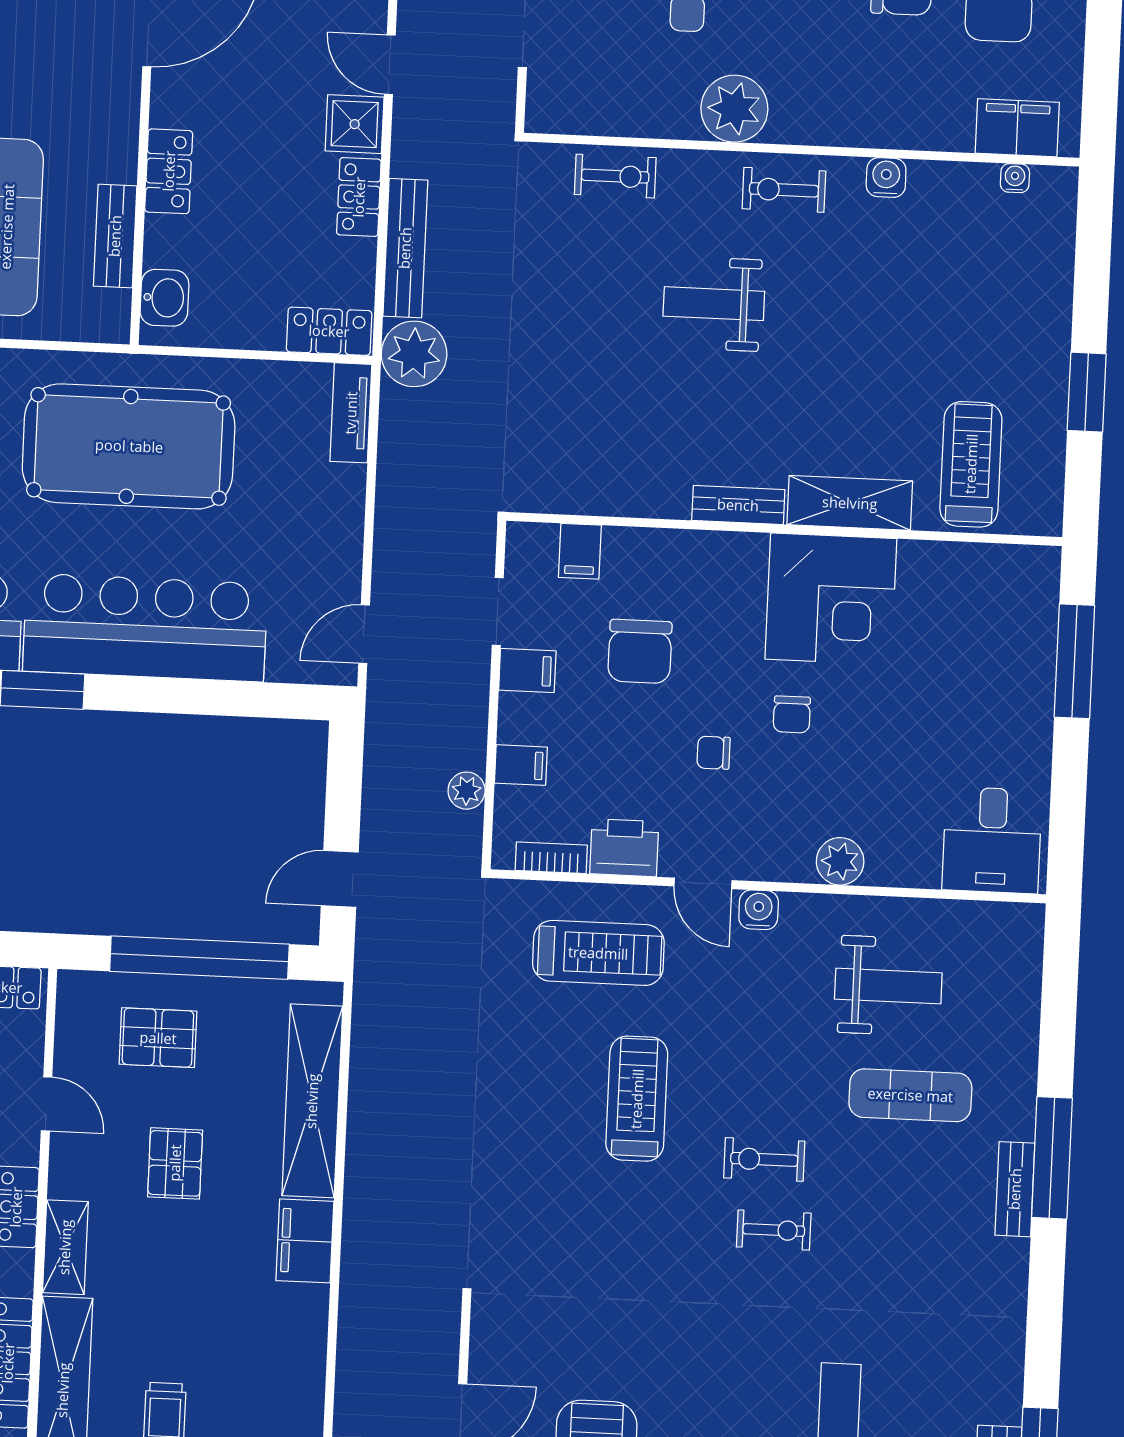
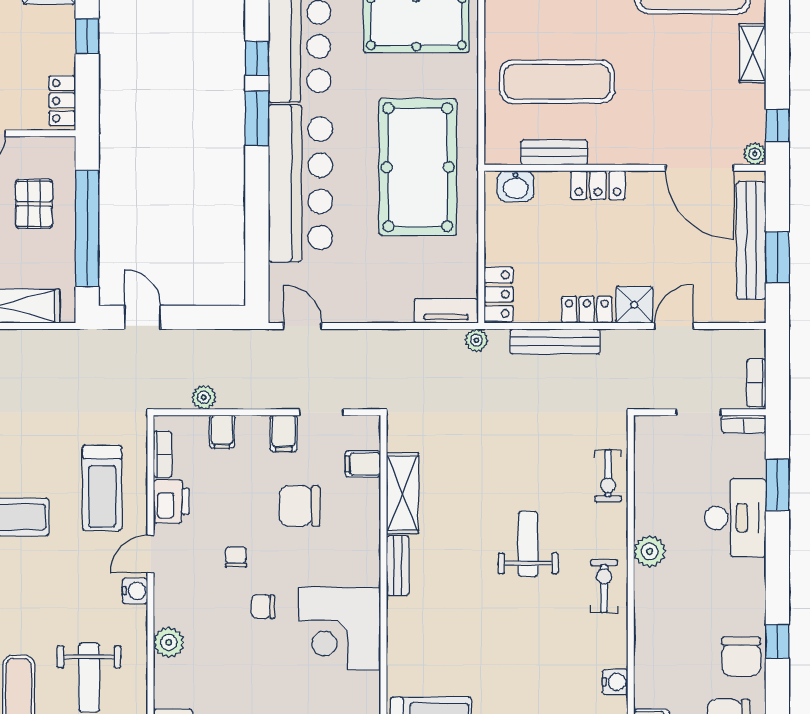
plant: (734, 109) -> (650, 551), width x0.73, depth x0.73
water cooler: (886, 178) -> (615, 682), moved
plant: (414, 354) -> (476, 340), width x0.53, depth x0.53
shelving: (850, 503) -> (402, 493), moved

